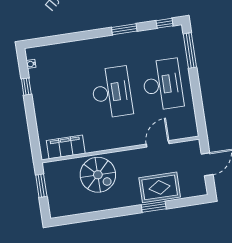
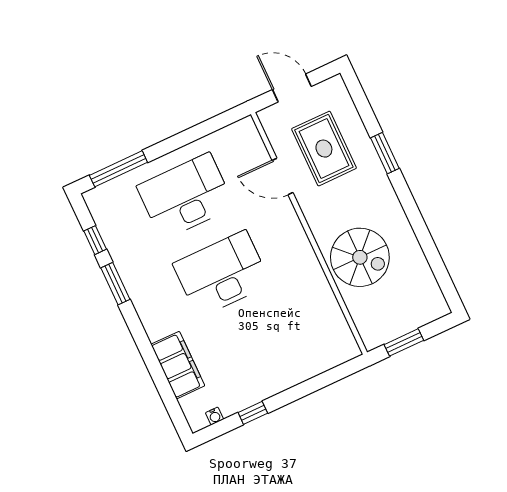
window: (165, 23) -> (95, 240), moved
filing cabinet: (66, 147) -> (178, 365), moved, turned 180
spiral stairs: (98, 175) -> (360, 257), turned 90
rug: (160, 187) -> (324, 149), moved

